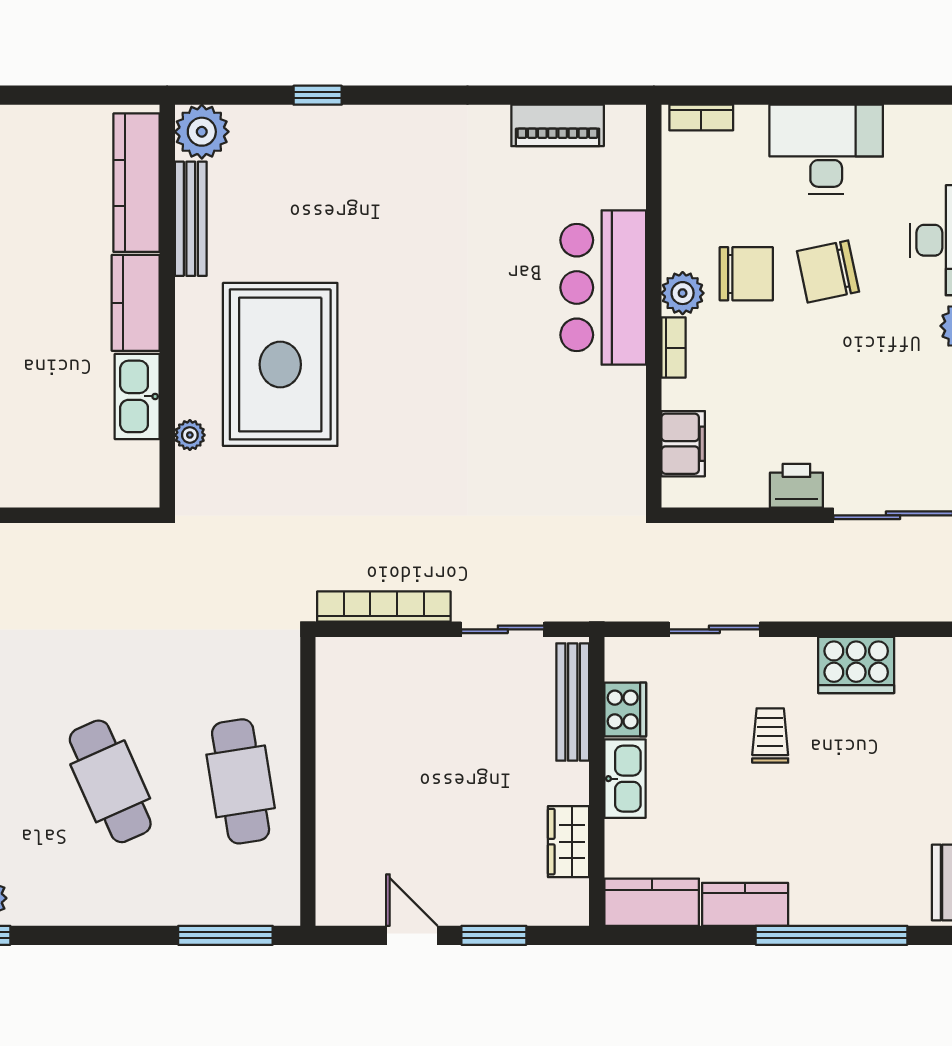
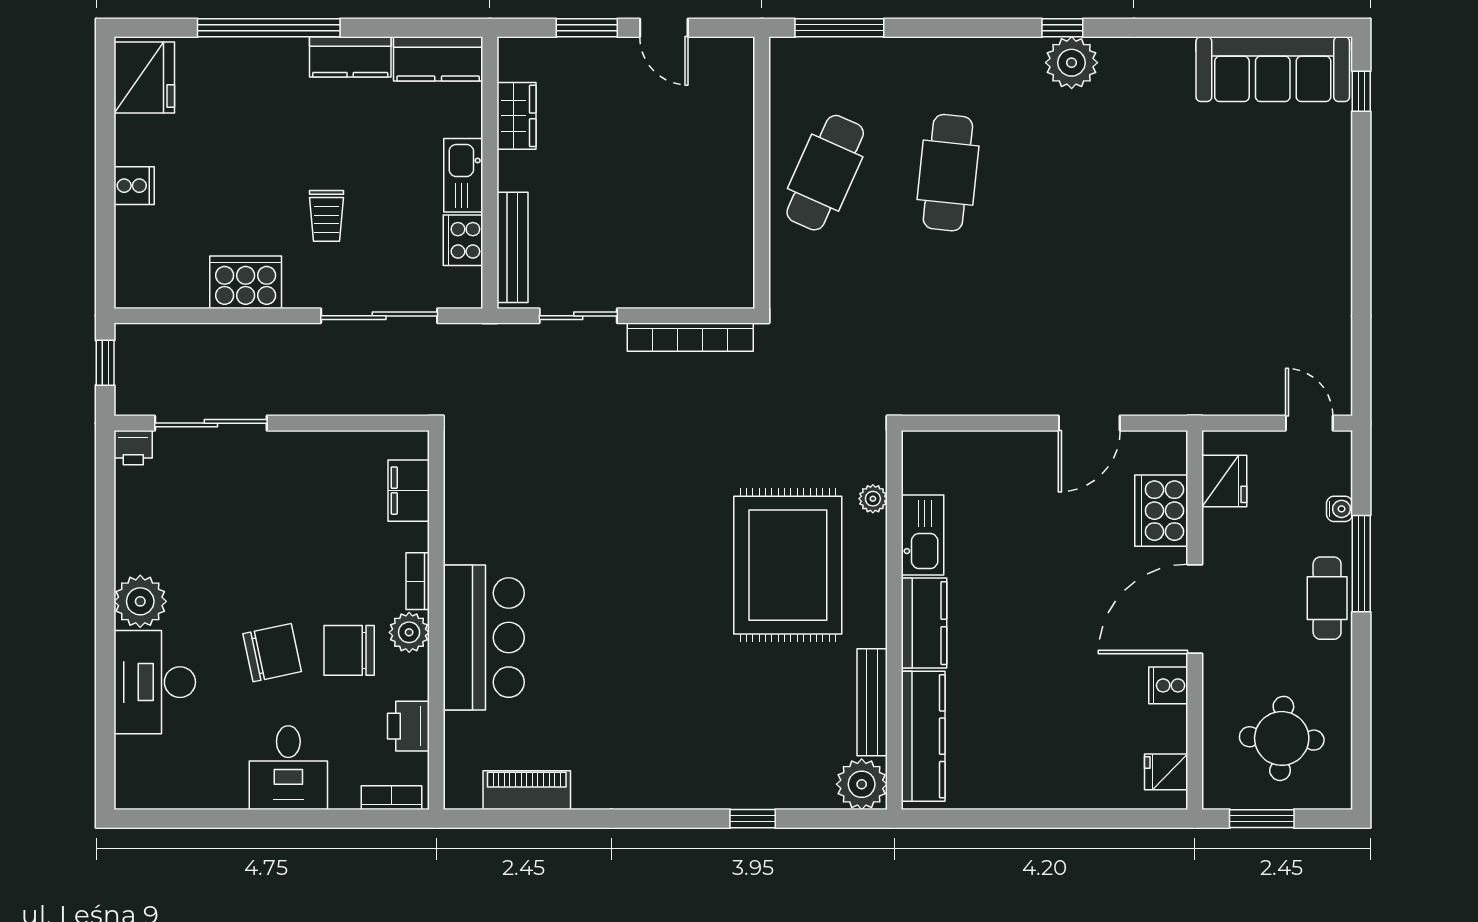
desk: (826, 149) -> (288, 768), width x0.73
printer: (796, 486) -> (408, 726), moved, turned 90
sliding door: (714, 629) -> (379, 316), width x1.37
cafe table: (110, 781) -> (948, 173), turned 30
cafe table: (241, 781) -> (825, 173), turned 33

